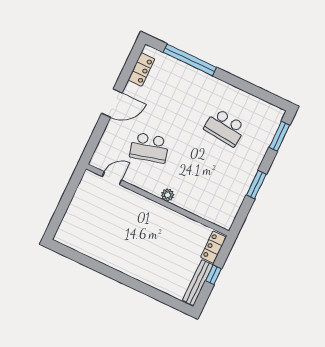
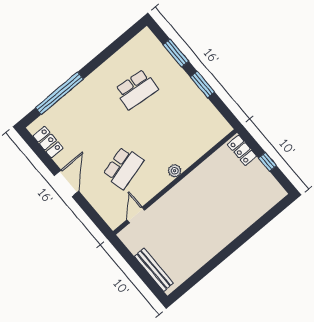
window: (279, 136) -> (176, 53), moved
bench: (198, 283) -> (154, 270), moved

